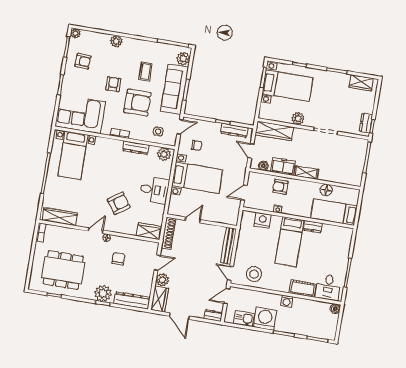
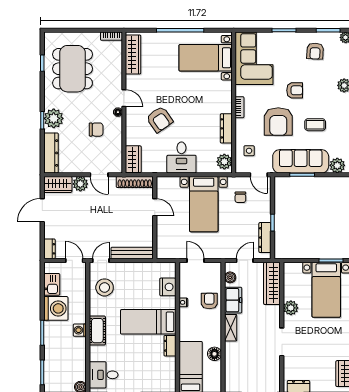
cot: (303, 289) -> (97, 331), moved

